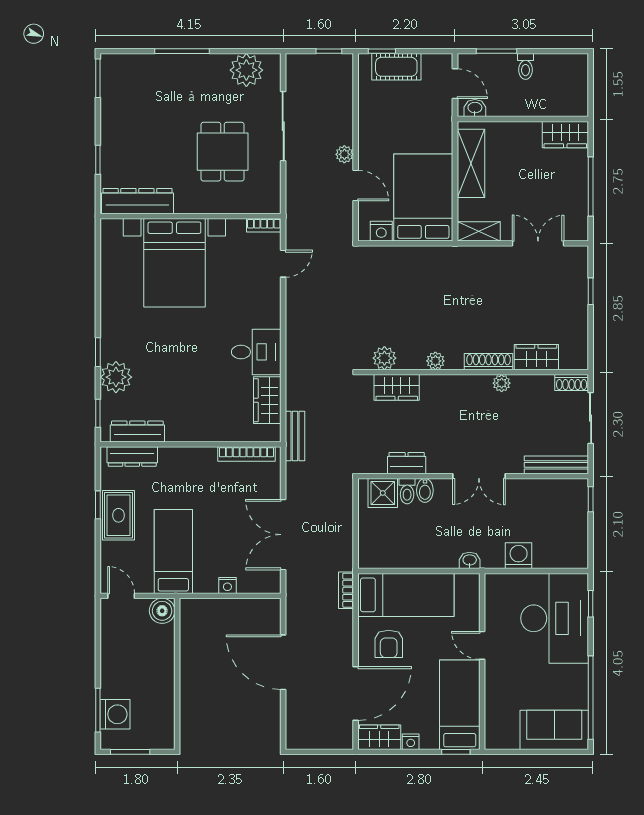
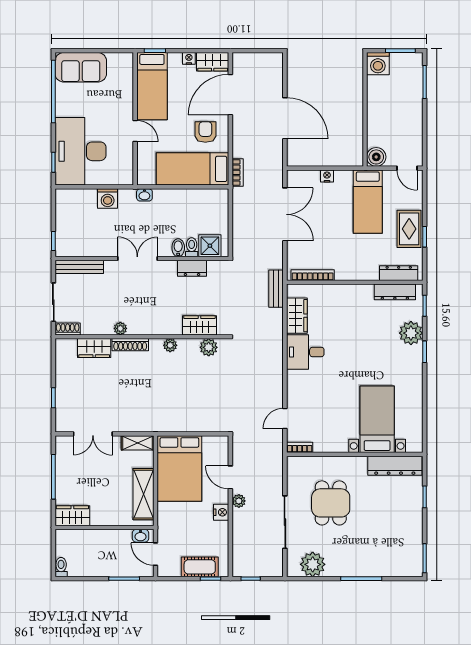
toilet: (526, 66) -> (61, 567), moved
nightstand: (381, 231) -> (221, 512), moved, turned 90
bed with nightstands: (174, 263) -> (377, 419), width x0.73
washing machine: (115, 714) -> (378, 64), moved, turned -90

